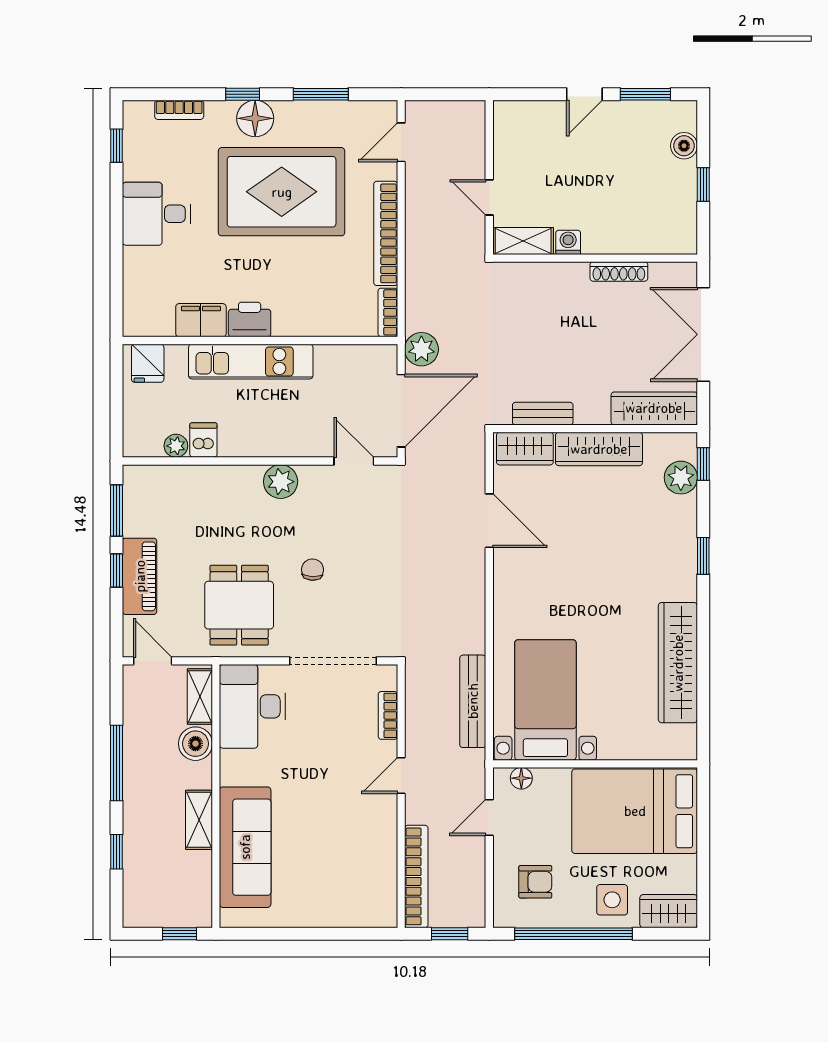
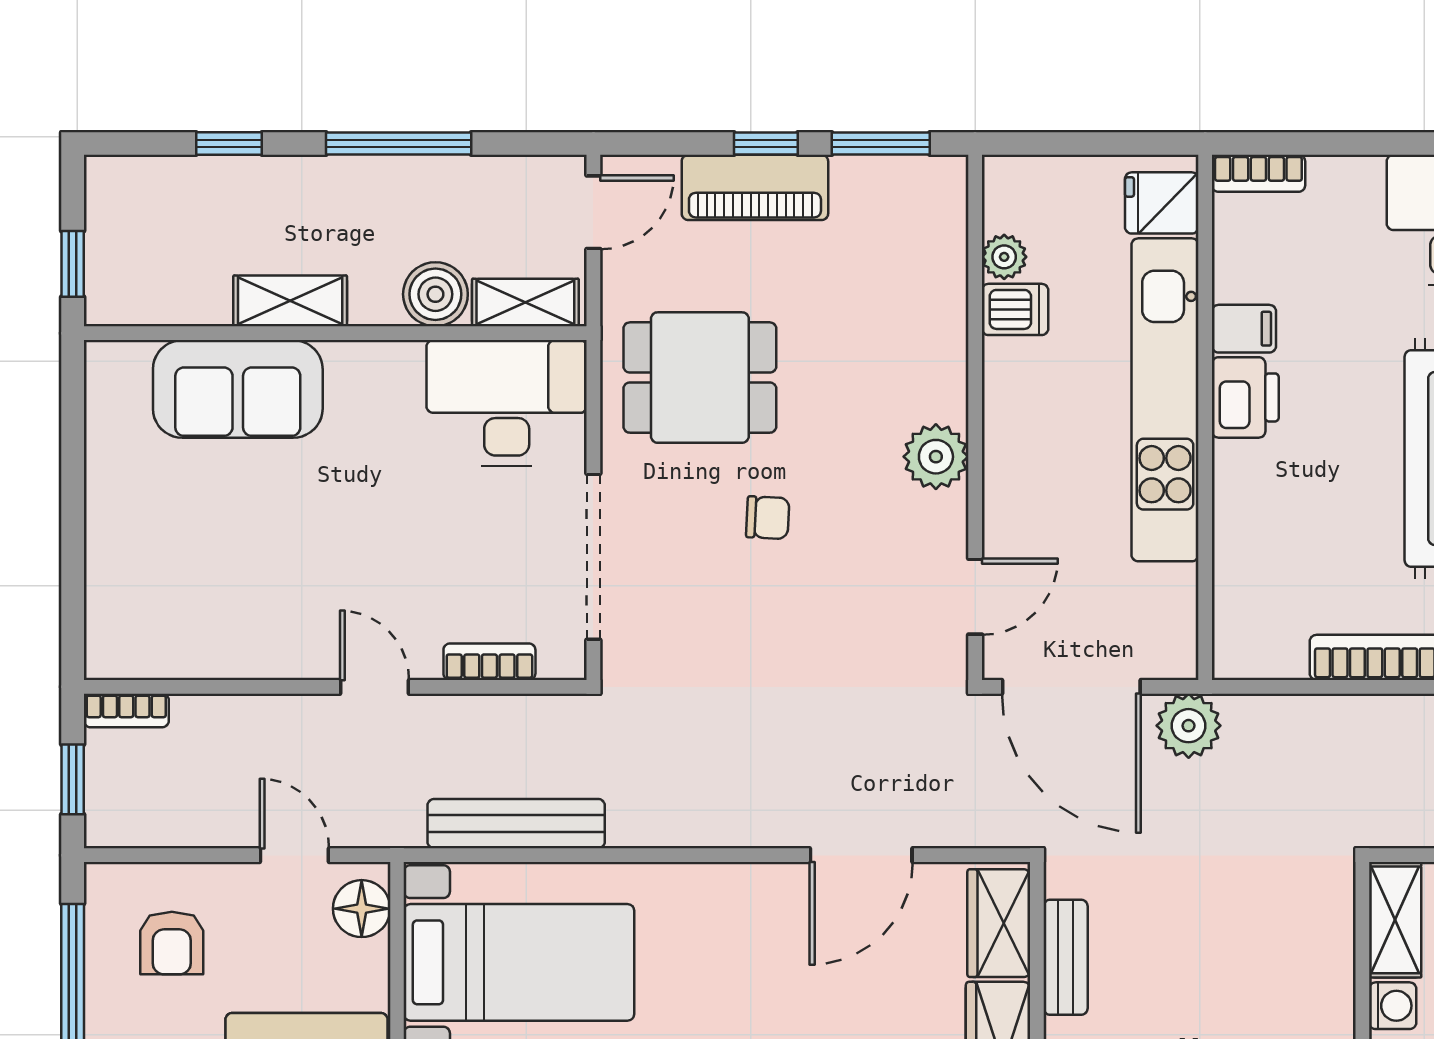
bookcase: (388, 312) -> (1258, 173), moved, turned 180
filing cabinet: (201, 320) -> (1244, 329), width x0.50
kitchen unit: (251, 362) -> (1165, 400), width x1.36
floor lamp: (521, 778) -> (362, 909), width x1.37, depth x1.37
sofa: (245, 847) -> (238, 389), width x0.73
bookcase: (416, 876) -> (126, 710), width x0.43, depth x0.76

